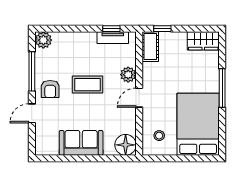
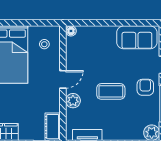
sofa: (81, 143) -> (137, 37), moved
floor lamp: (126, 145) -> (71, 31), width x0.53, depth x0.53

